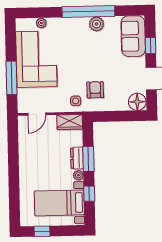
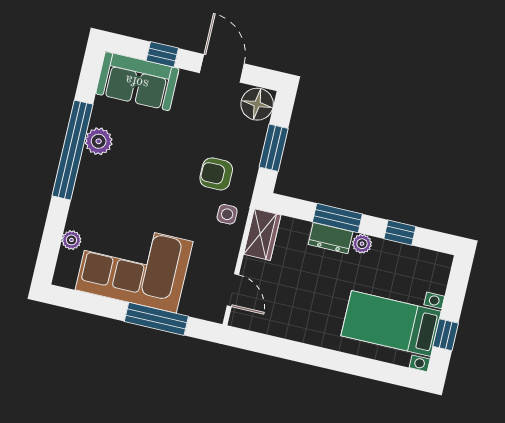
window: (117, 116) -> (274, 148), added
bed with nightstands: (59, 203) -> (391, 324), moved, turned 90

